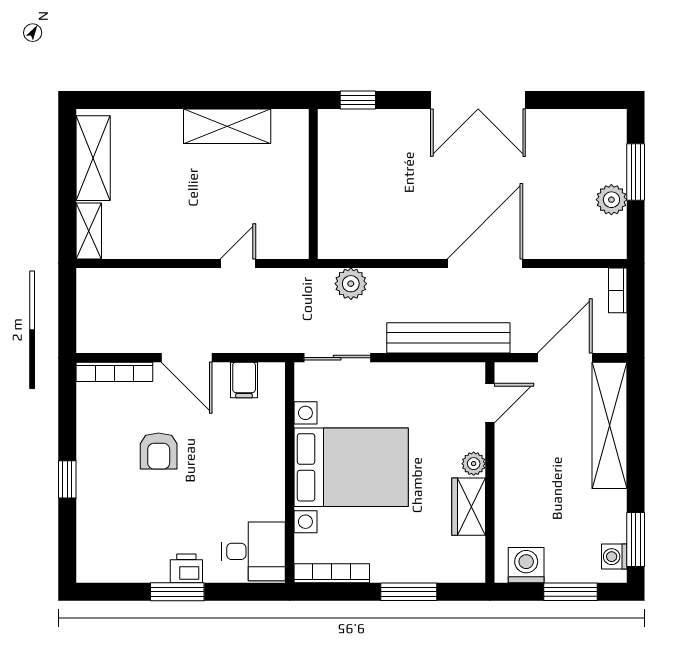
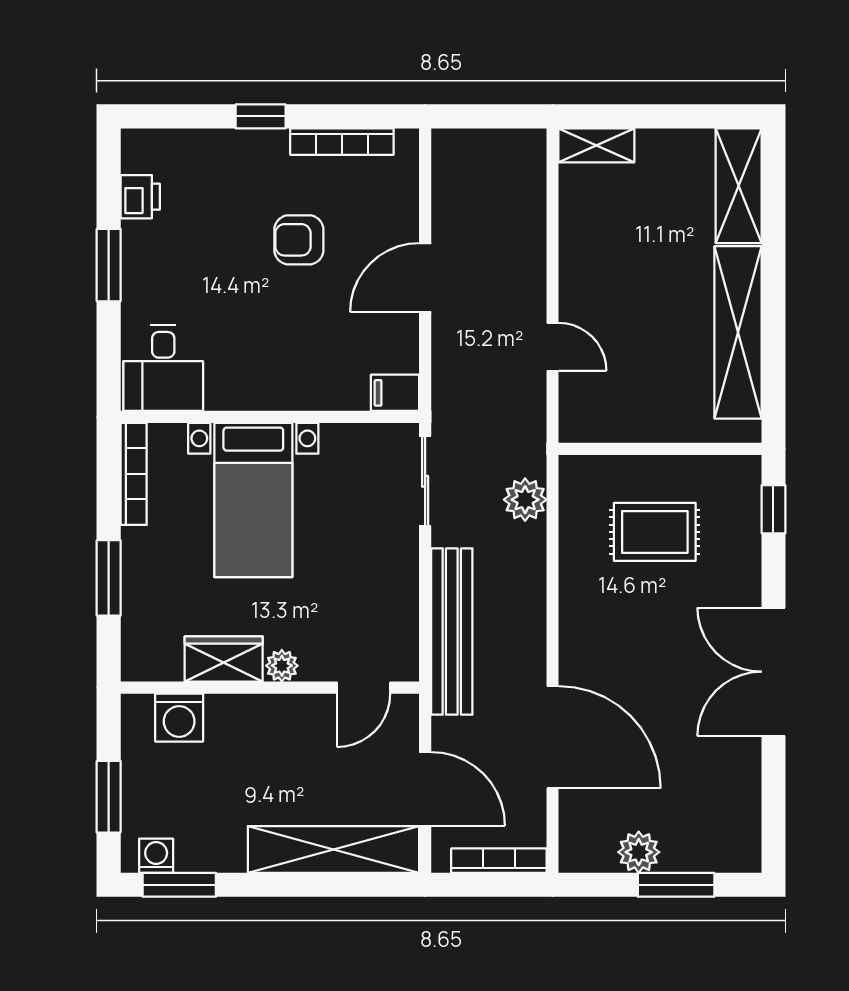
shelving: (227, 126) -> (738, 332), width x1.47
shelving: (93, 158) -> (739, 186), moved, turned 90
rug: (375, 188) -> (655, 532), added
door: (485, 263) -> (553, 737), moved
bookcase: (618, 290) -> (499, 861), width x1.56
bookcase: (114, 372) -> (342, 142), moved, turned -90
filing cabinet: (244, 380) -> (395, 393), moved
door: (490, 403) -> (364, 688), hinge flipped
bed with nightstands: (351, 467) -> (253, 500), width x0.73
washing machine: (526, 565) -> (179, 718), moved, turned 90
printer: (186, 568) -> (140, 197), moved

